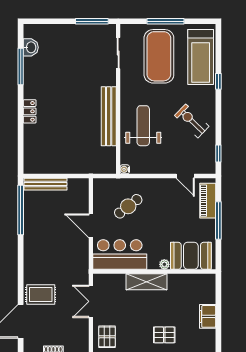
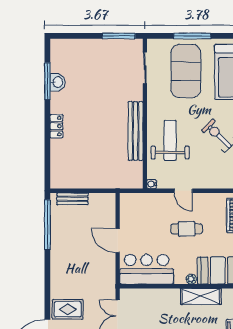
washbasin: (31, 47) -> (58, 82), moved
door: (185, 176) -> (183, 191), moved
bench: (46, 184) -> (72, 199), width x0.73
cafe table: (128, 206) -> (187, 229), moved, turned 38
shelving: (146, 282) -> (201, 296), moved

